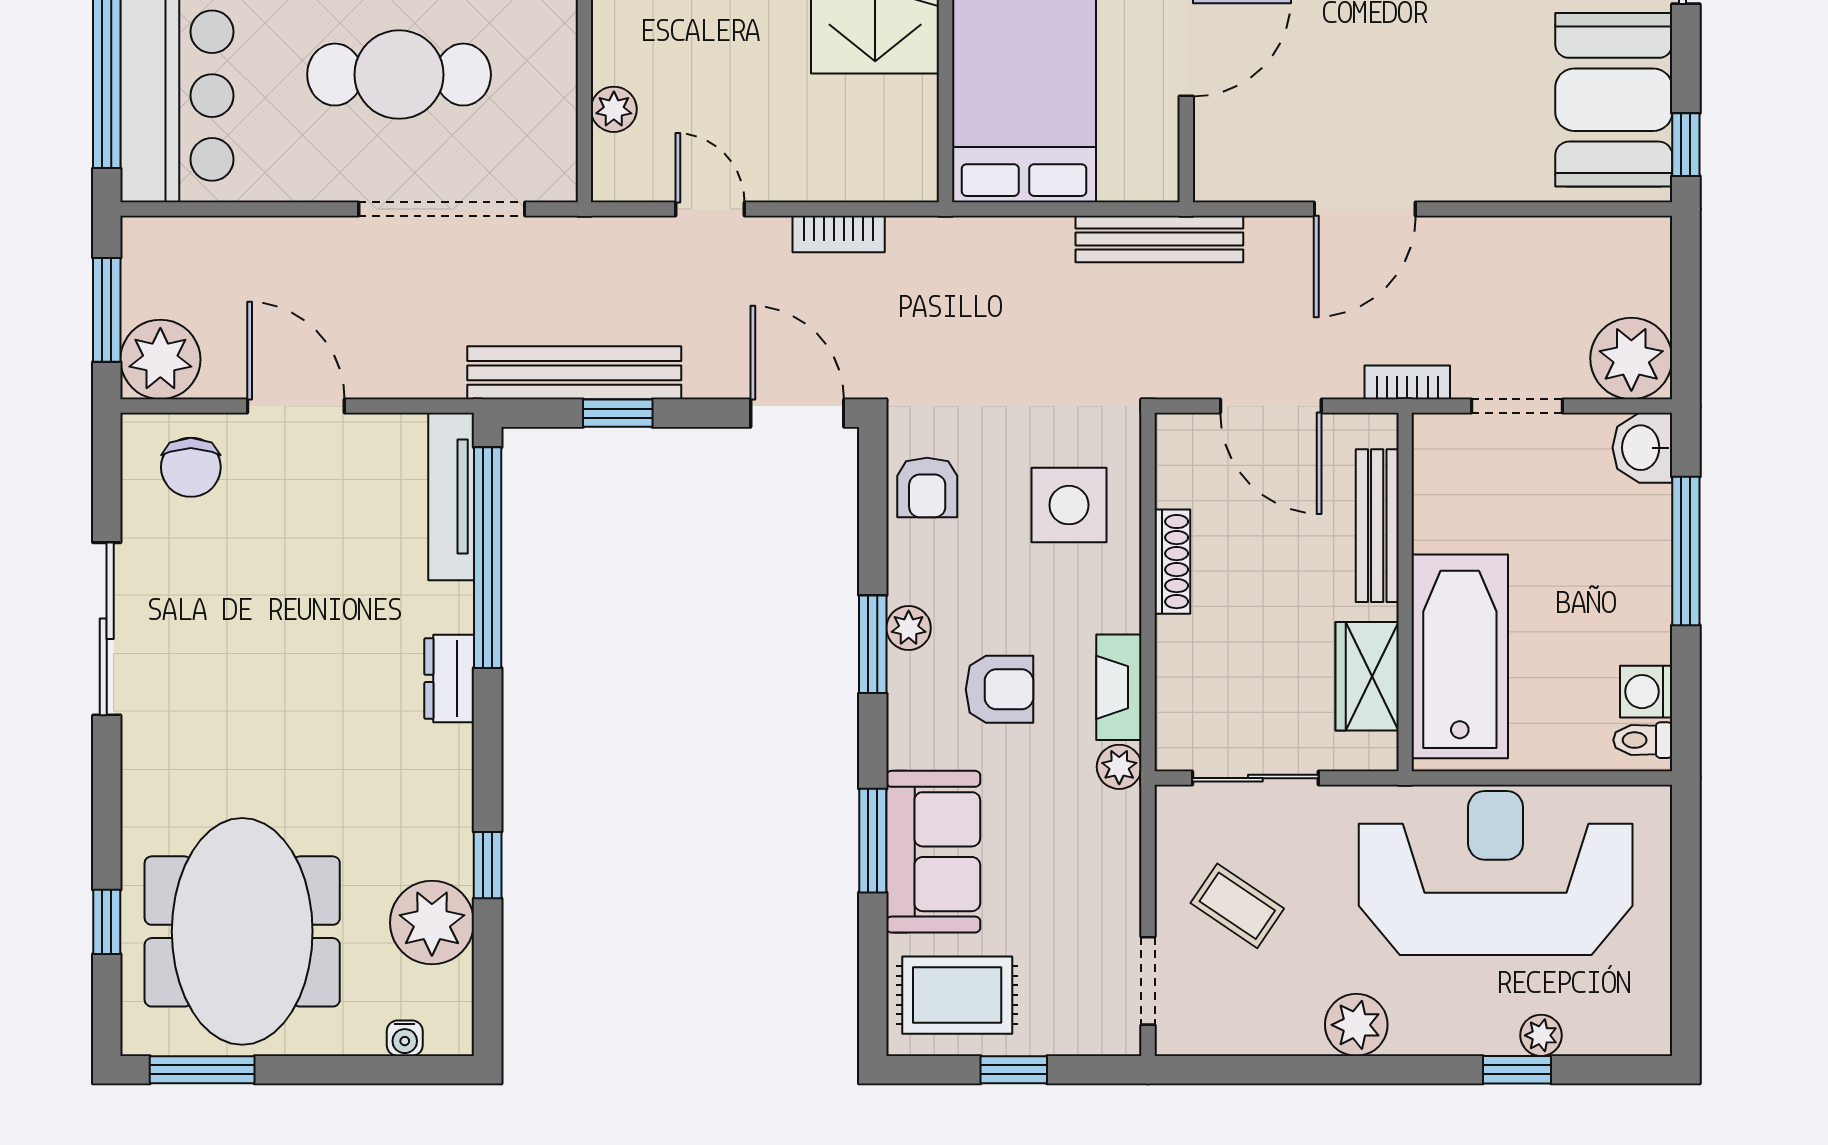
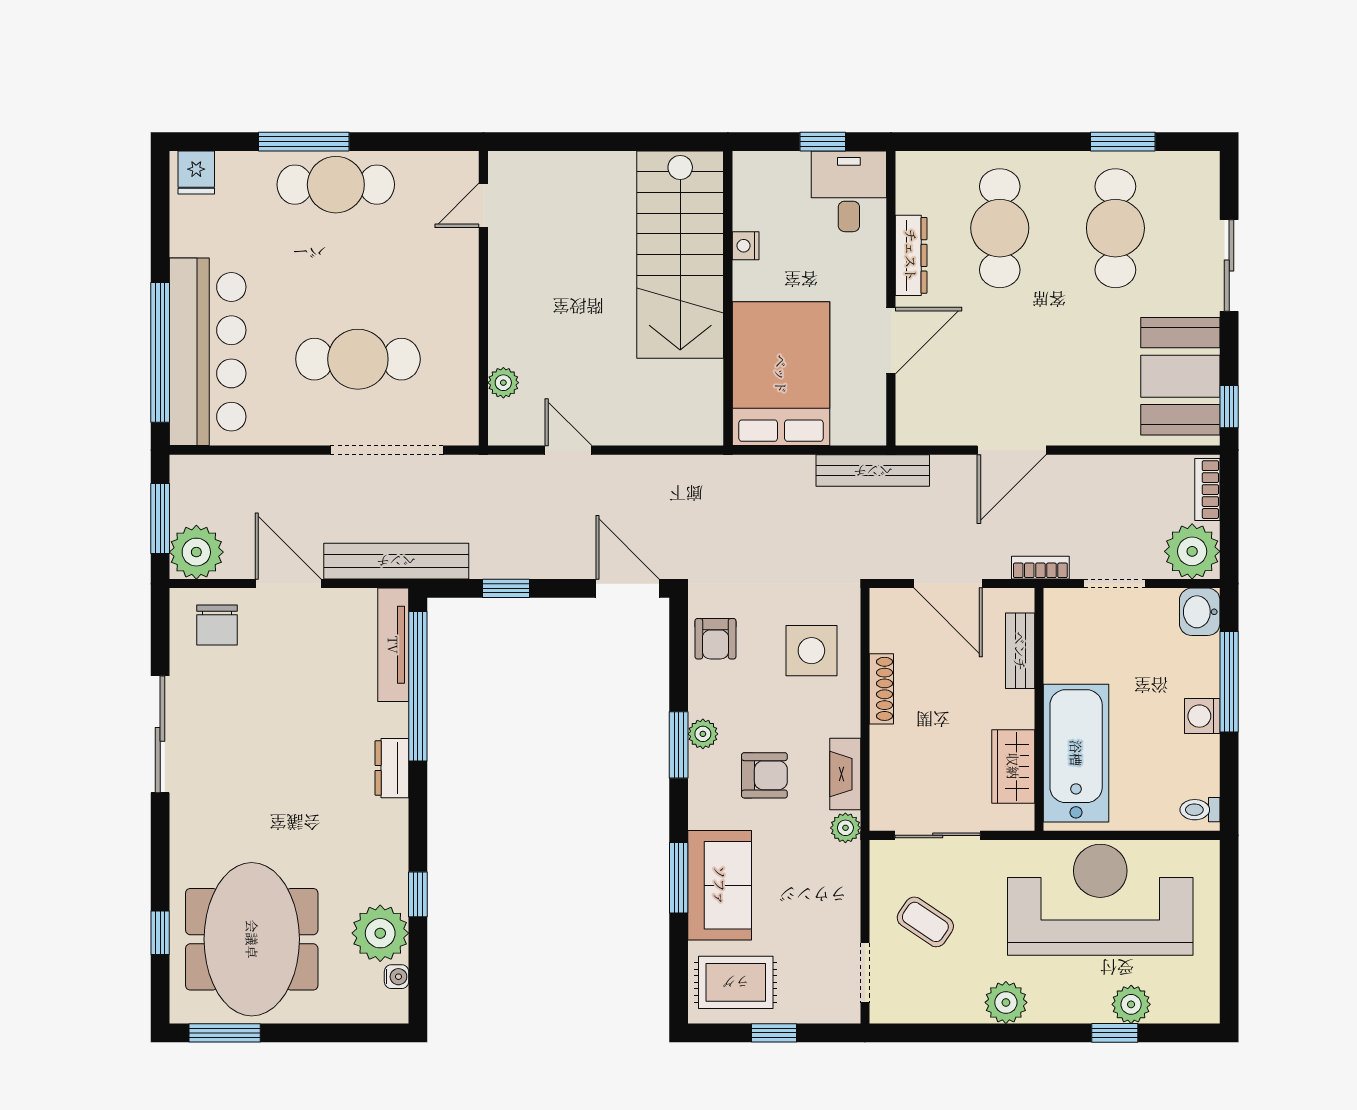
bookcase: (839, 234) -> (1207, 490), moved, turned 90
bench: (574, 373) -> (396, 561), moved
bench: (1377, 526) -> (1020, 651), width x0.73
washing machine: (1646, 692) -> (1202, 716), moved
plant: (1541, 1035) -> (1131, 1004), width x1.38, depth x1.38
water cooler: (405, 1038) -> (397, 977), moved, turned -90

